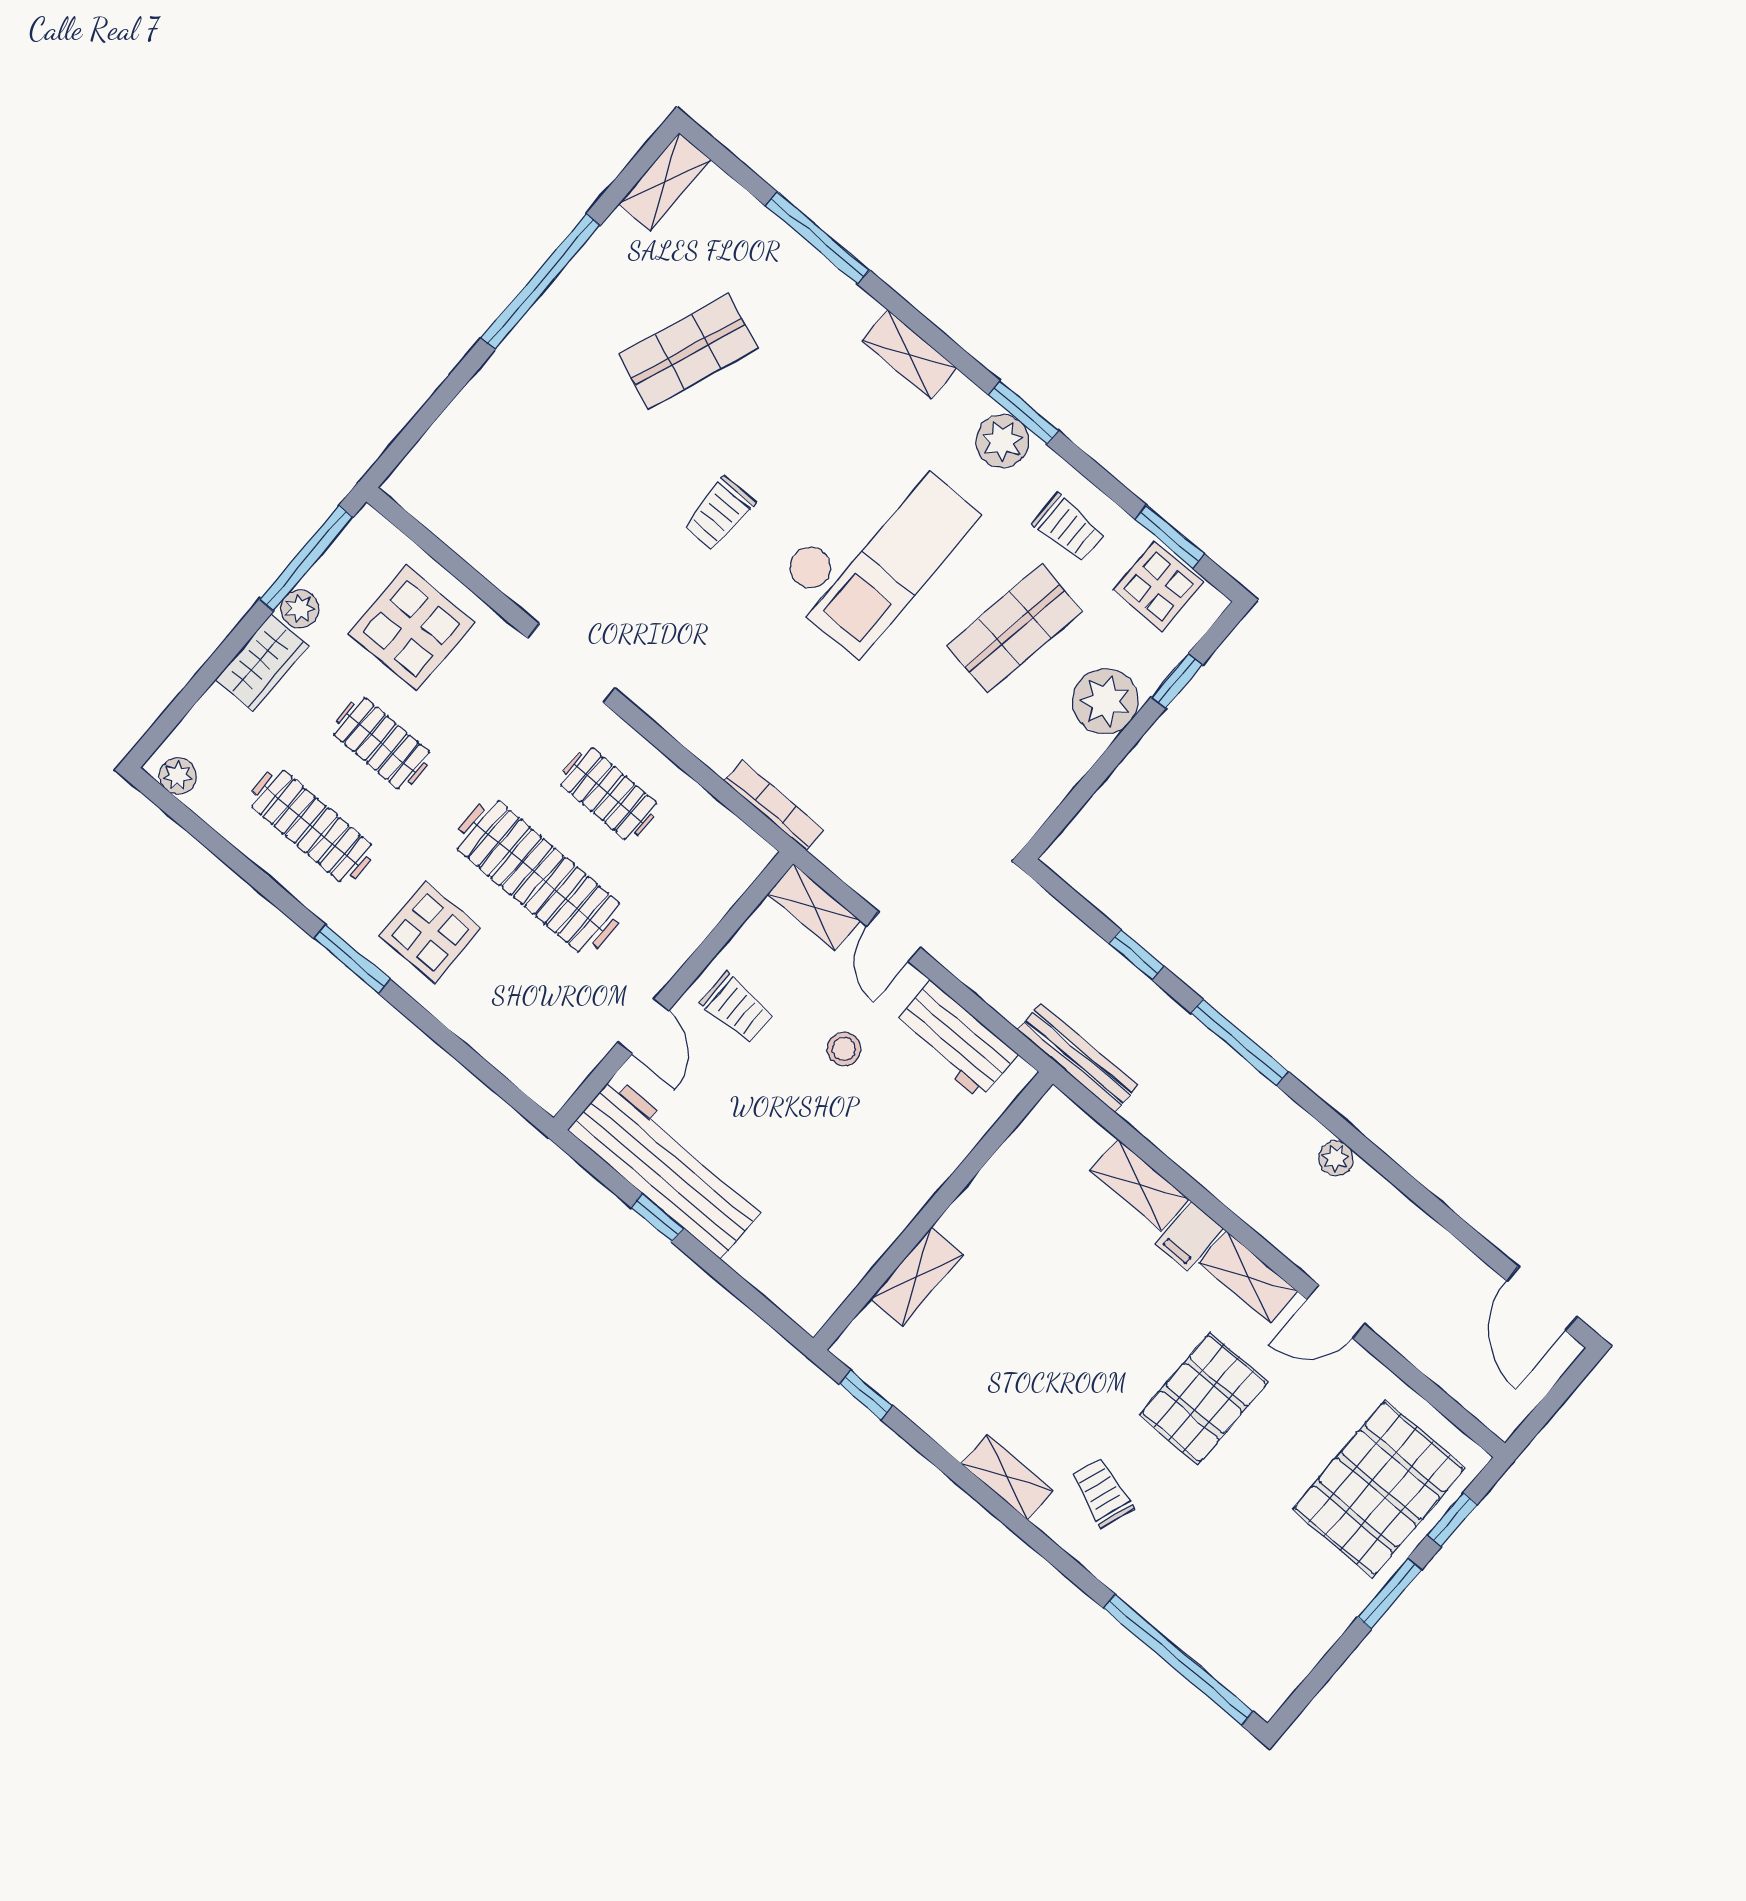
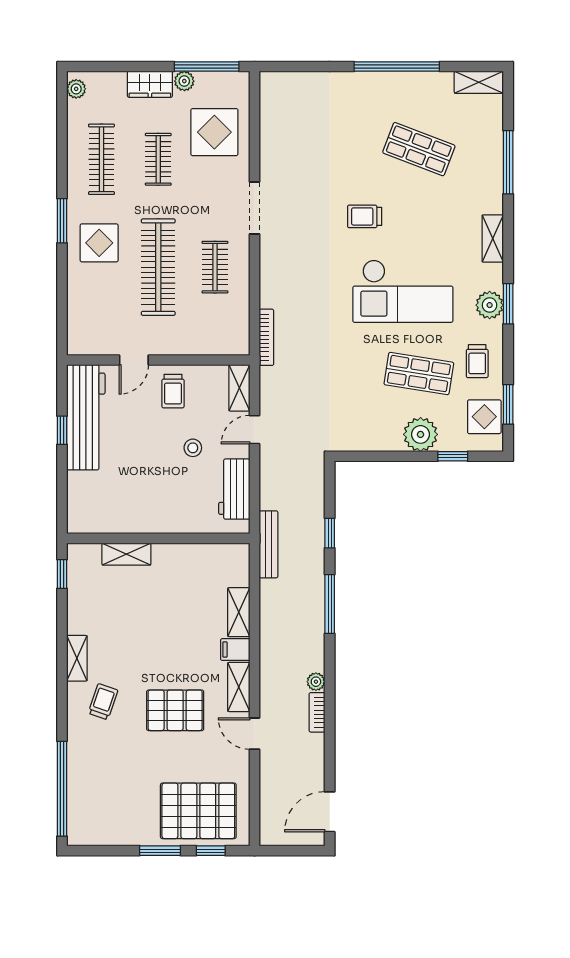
bookcase: (1382, 1194) -> (317, 712), added

